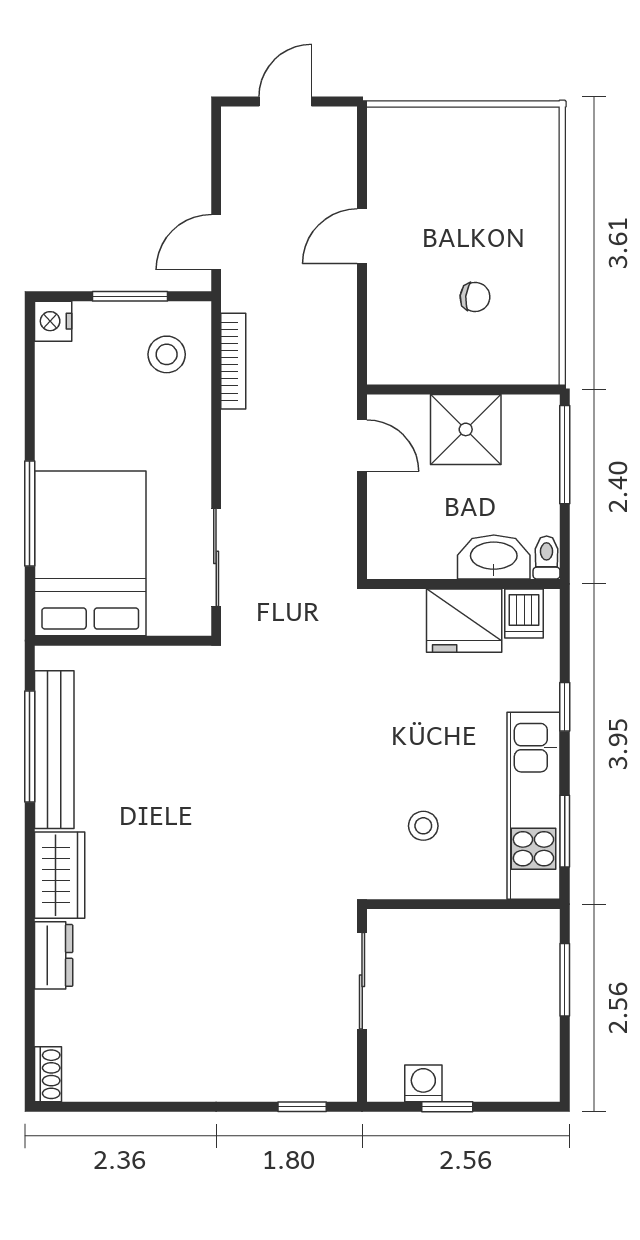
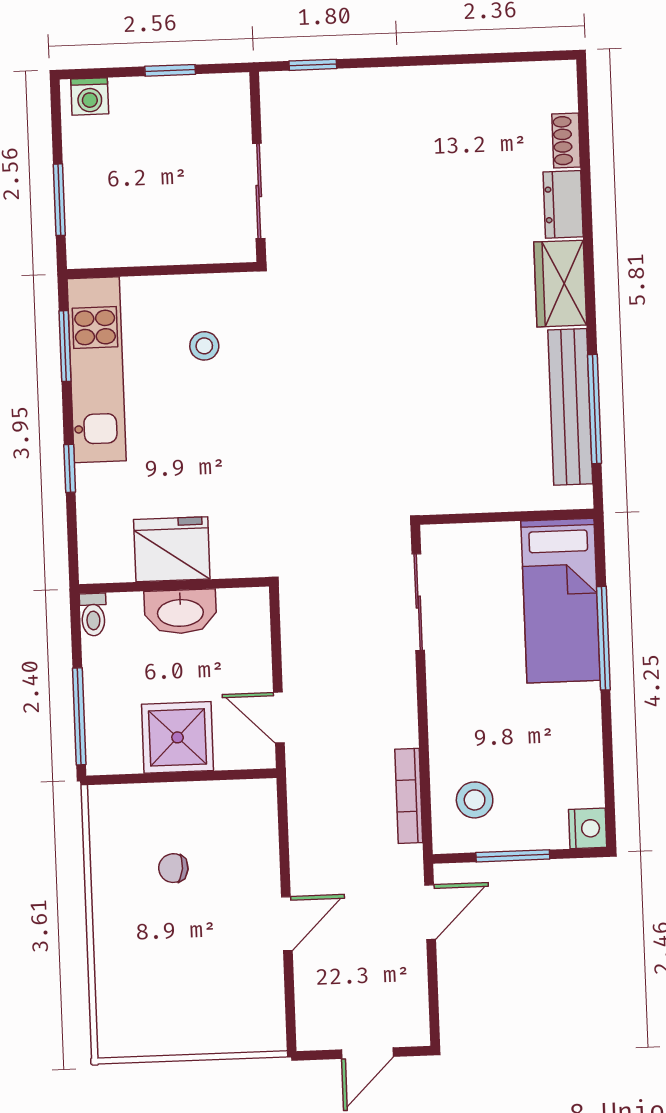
bed: (90, 553) -> (561, 601), width x0.67
washbasin: (494, 557) -> (180, 612), moved
dishwasher: (524, 613) -> (113, 559), removed
shoe rack: (48, 1074) -> (566, 141), moved
washing machine: (423, 1083) -> (90, 96), moved

